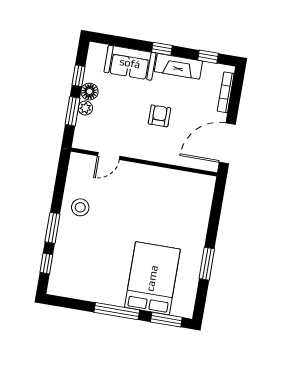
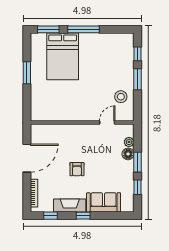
floor lamp: (90, 92) -> (128, 154), moved
plant: (85, 108) -> (129, 142), moved
door: (109, 156) -> (107, 123), moved
wall: (144, 162) -> (82, 123), moved

